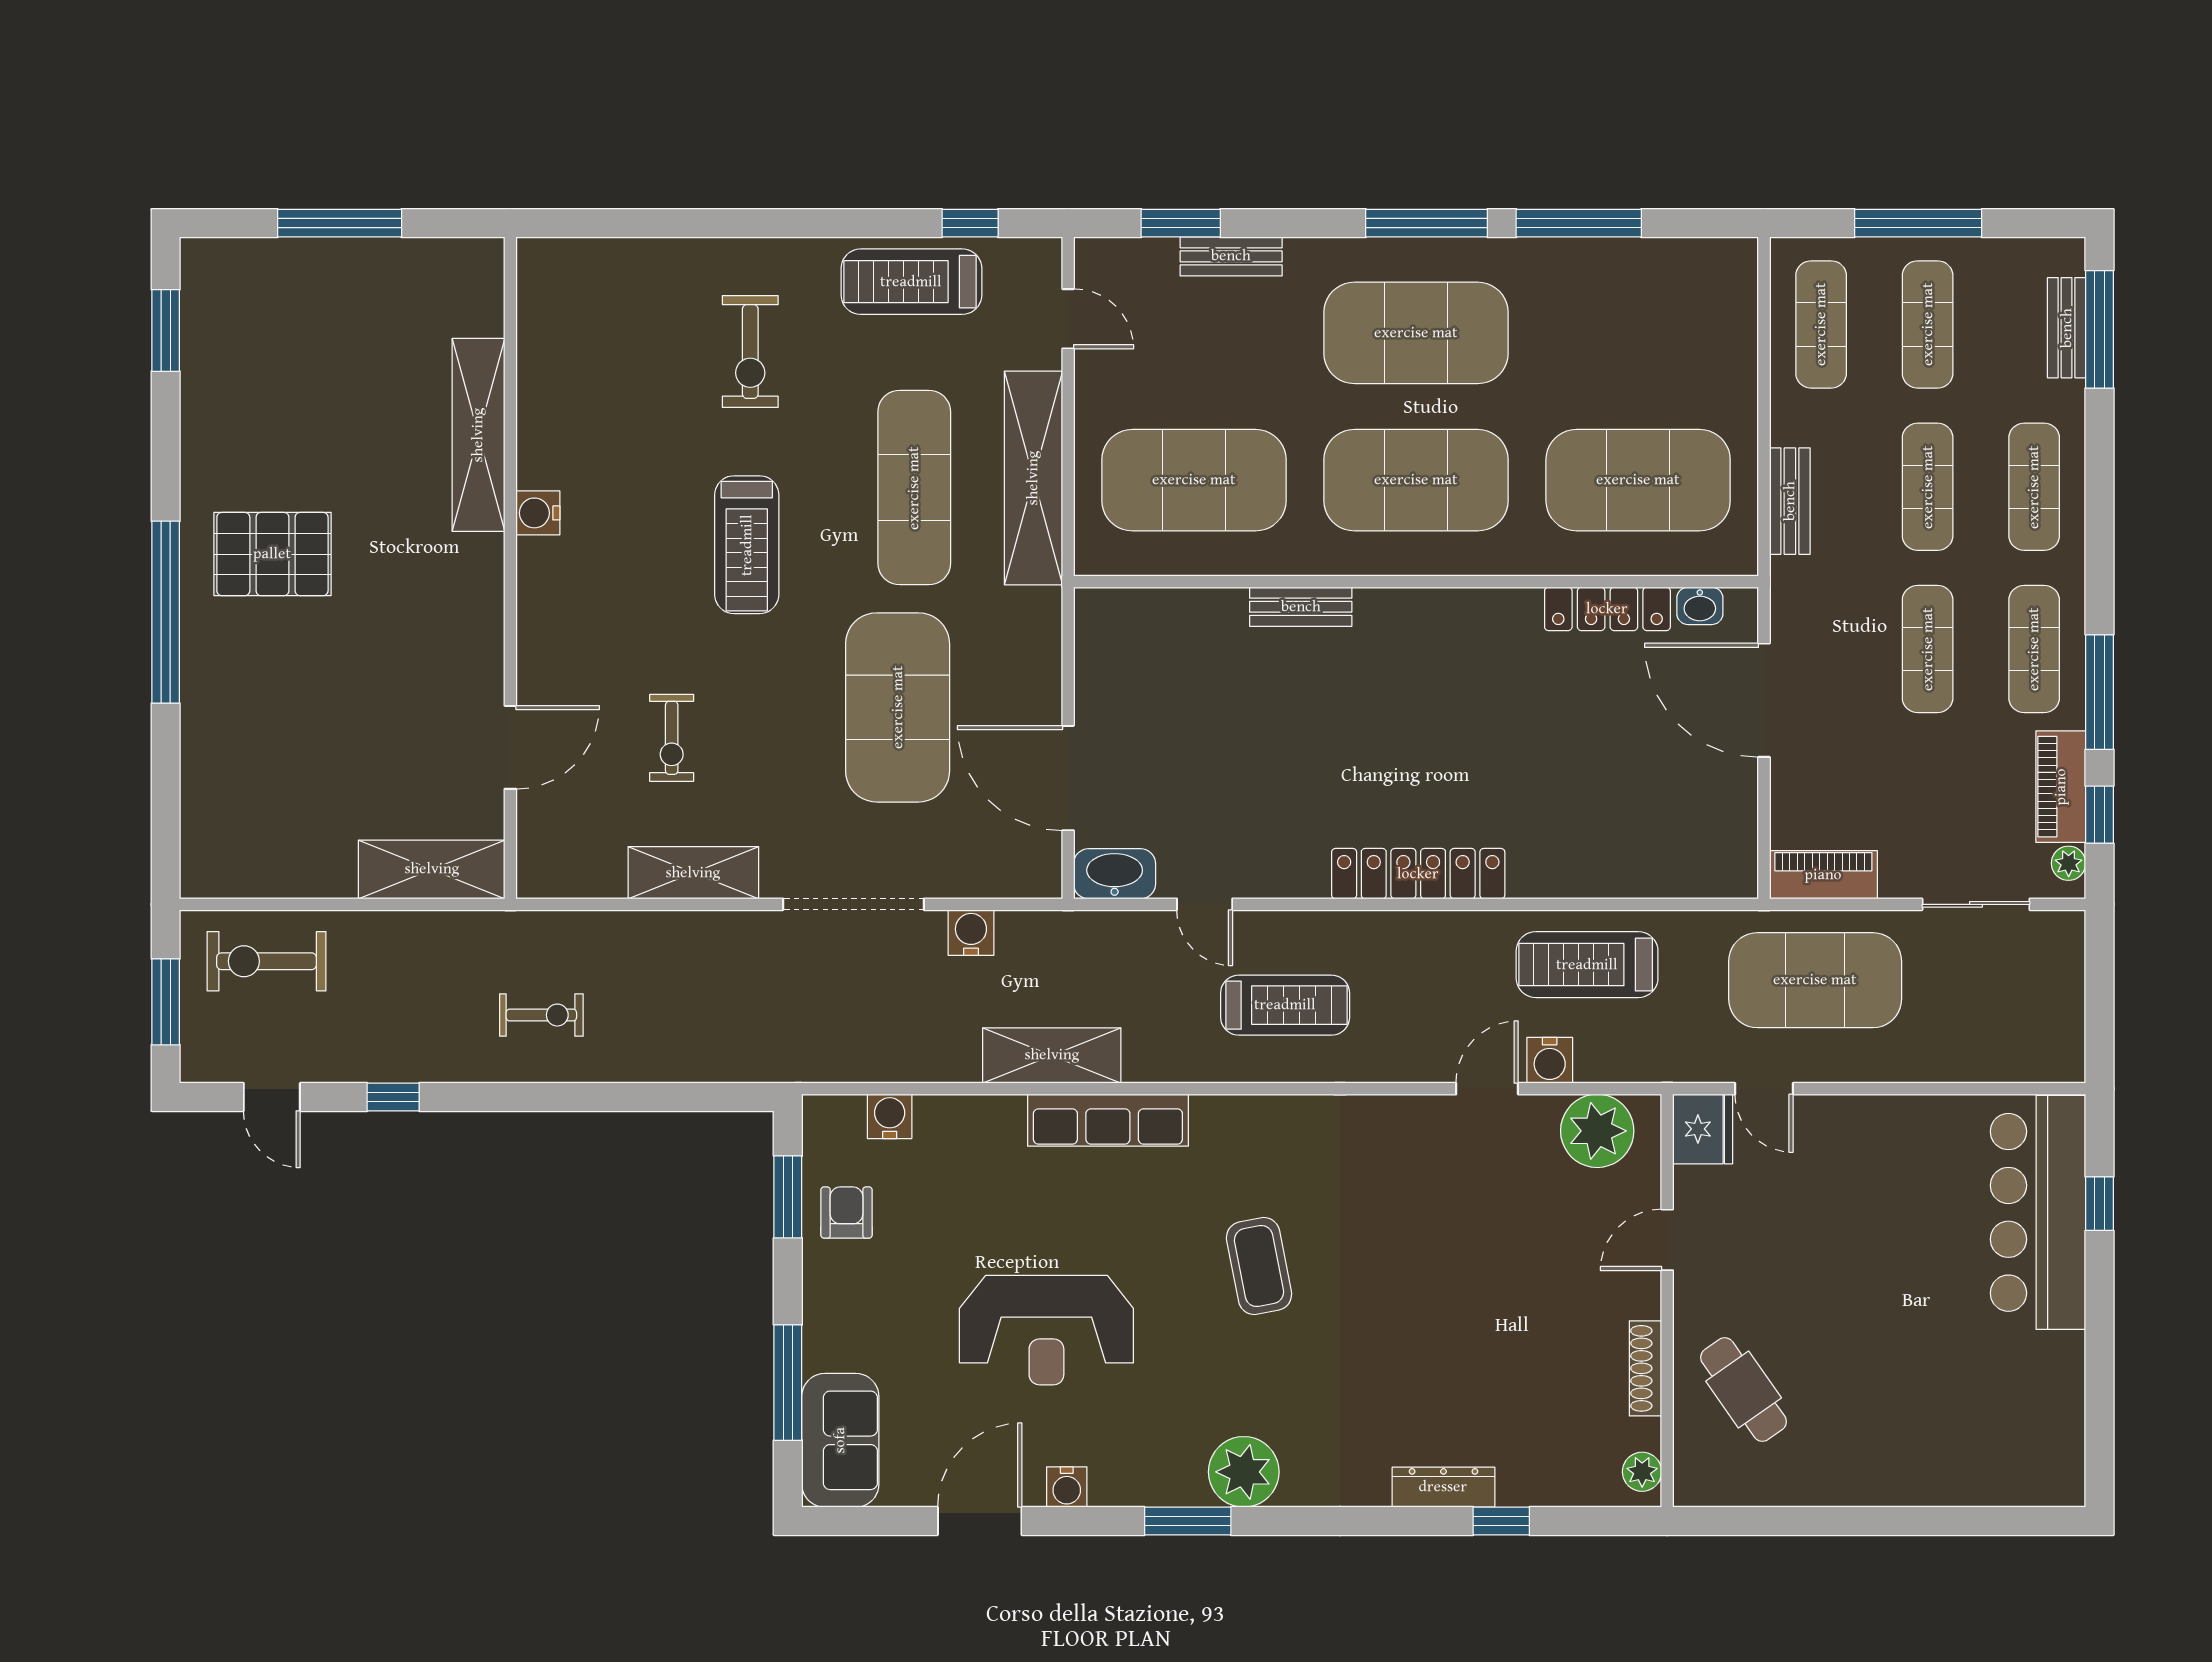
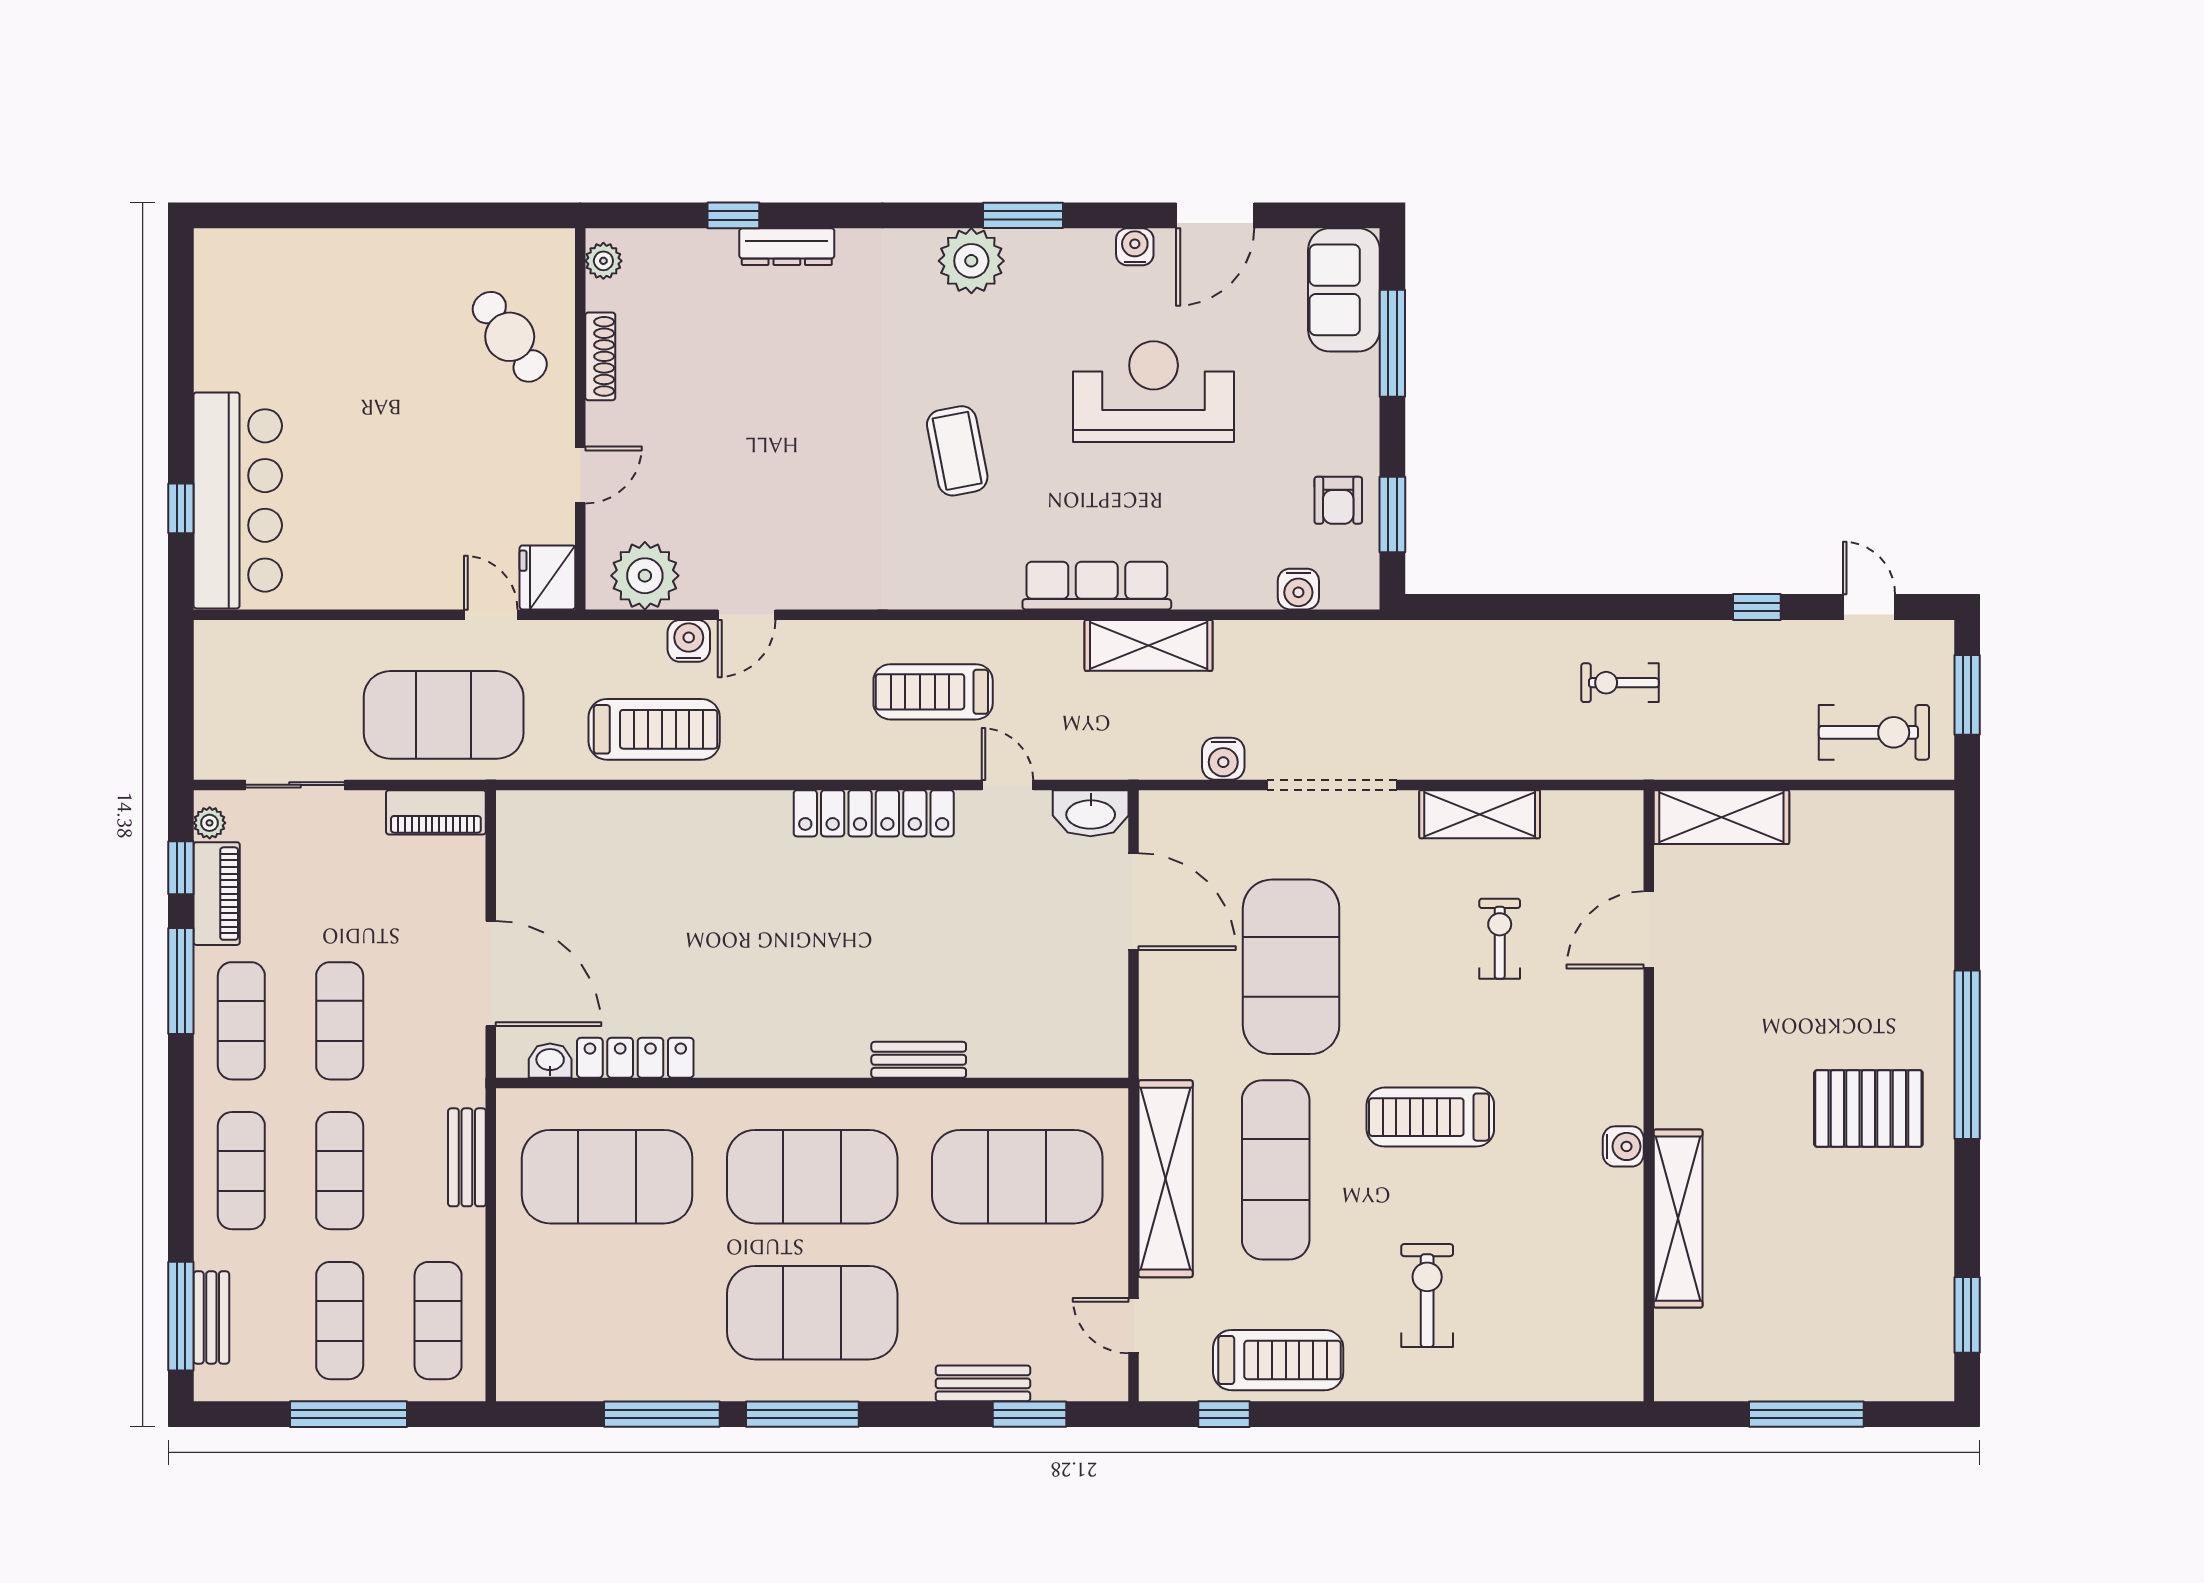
treadmill: (747, 545) -> (1430, 1117), turned -90
locker: (1418, 874) -> (874, 813), moved

